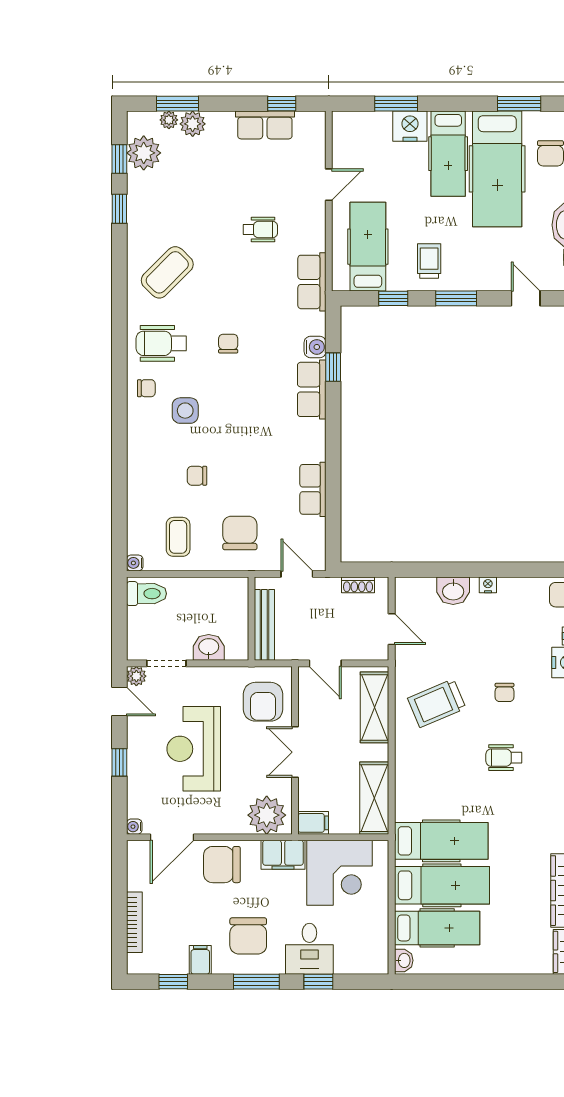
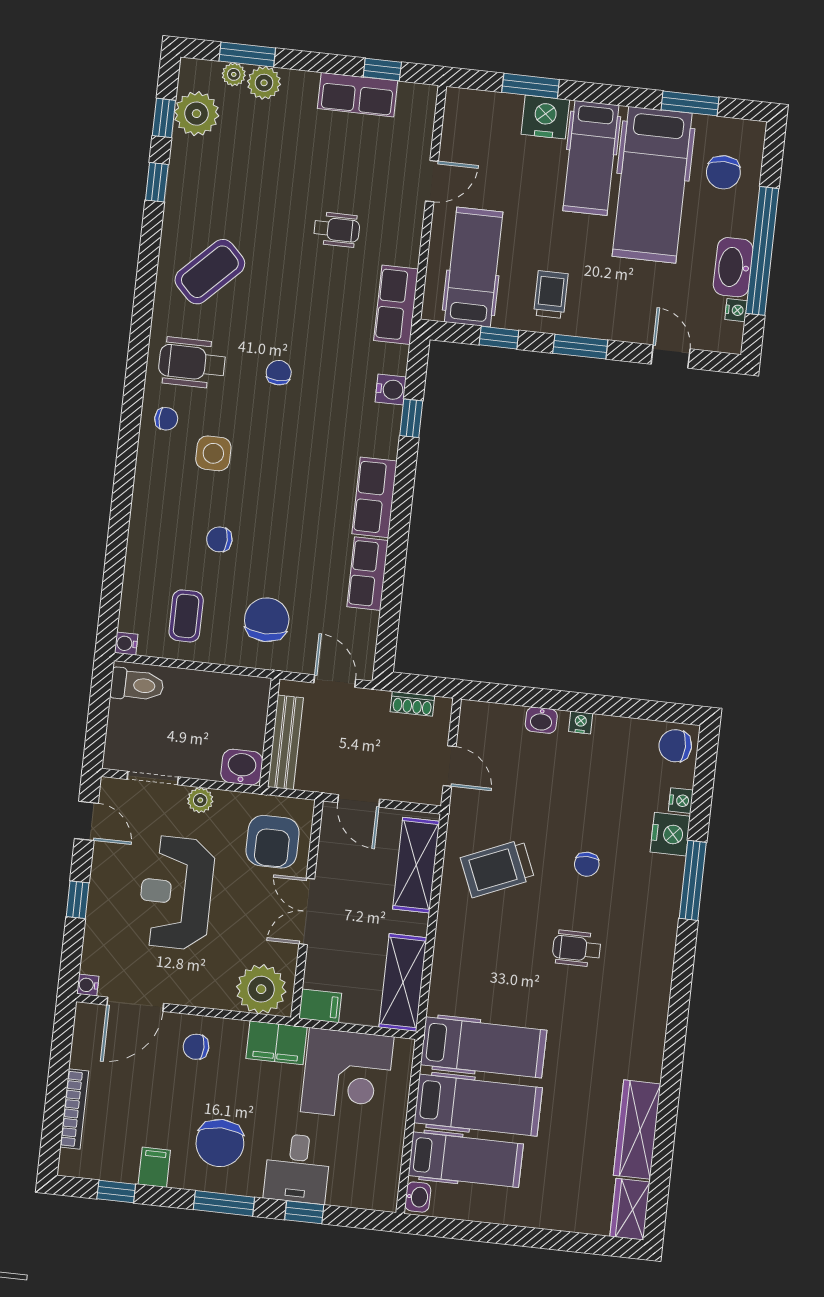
row of seats: (312, 389) -> (374, 497), moved
washbasin: (453, 591) -> (541, 720), width x0.72, depth x0.69
washbasin: (209, 647) -> (242, 767), moved
plant: (136, 676) -> (200, 800), moved
chair: (222, 865) -> (196, 1047), width x0.54, depth x0.54

